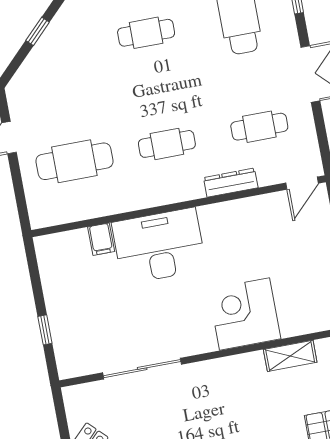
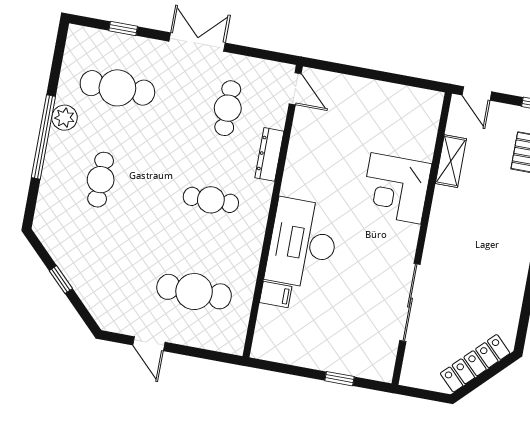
cafe table: (167, 144) -> (211, 200), turned 90
cafe table: (74, 161) -> (194, 292), turned 90

